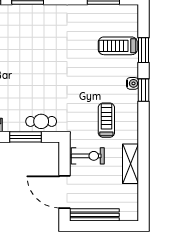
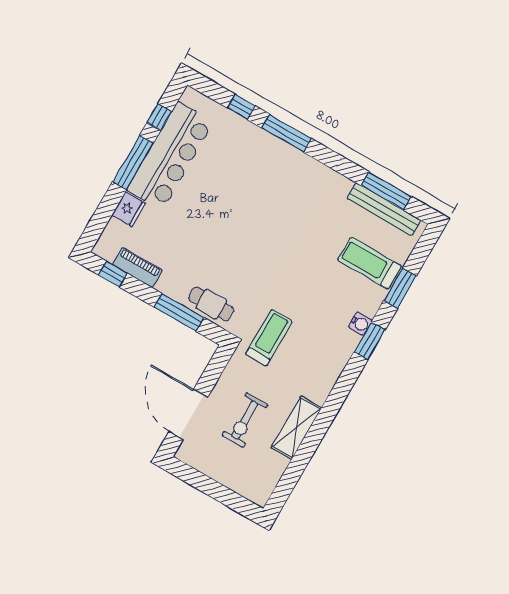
treadmill: (106, 120) -> (269, 338), moved
exercise bike: (88, 156) -> (245, 420), moved, turned 90
bench: (94, 215) -> (384, 209), moved

